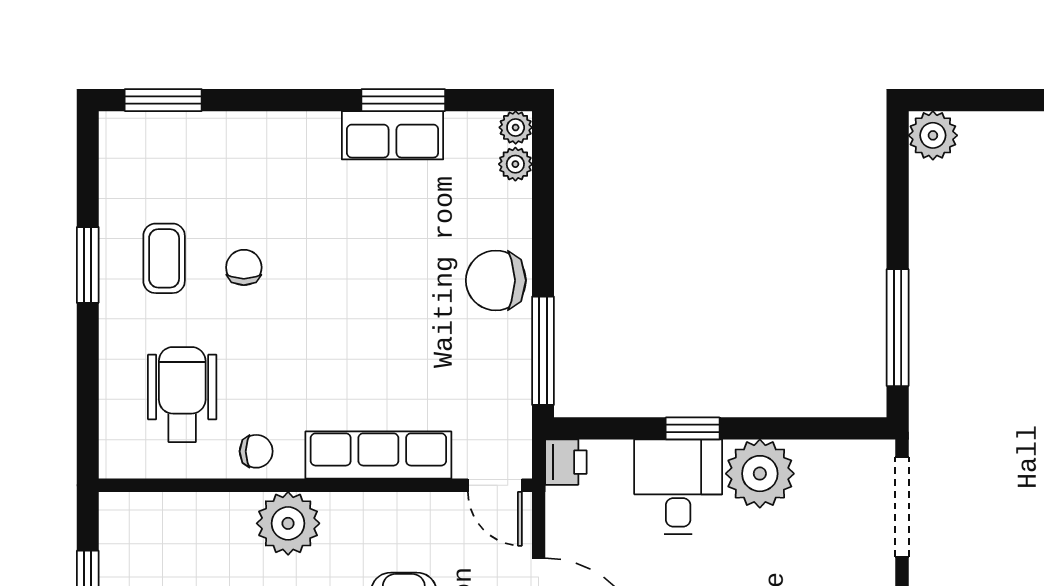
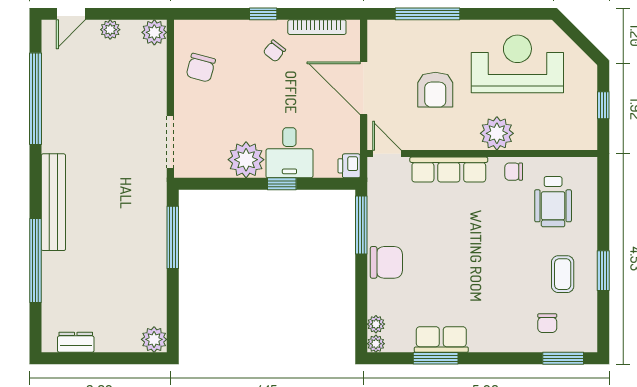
chair: (244, 267) -> (547, 323), moved

